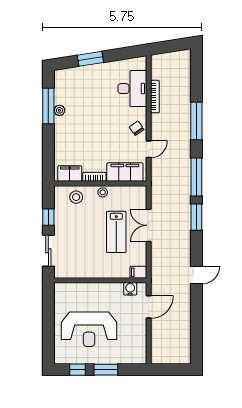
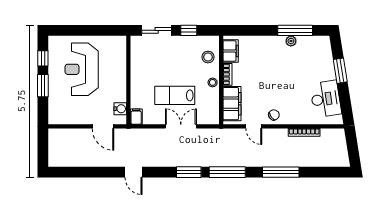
desk: (132, 89) -> (326, 99), moved, turned -99

